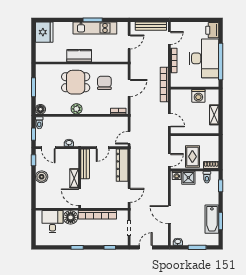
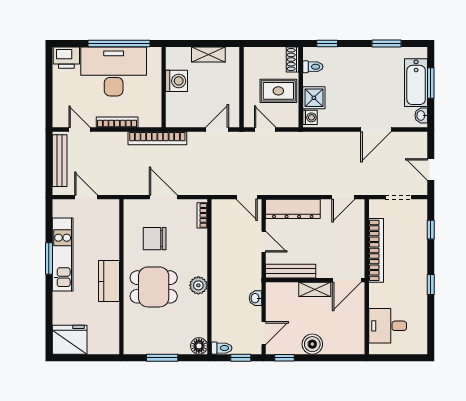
dining table: (76, 82) -> (154, 287), turned 90
door: (169, 160) -> (265, 130), moved
door: (129, 195) -> (343, 197), swing flipped
floor lamp: (71, 217) -> (380, 295), removed
bathtub: (212, 219) -> (416, 83), moved, turned 90

